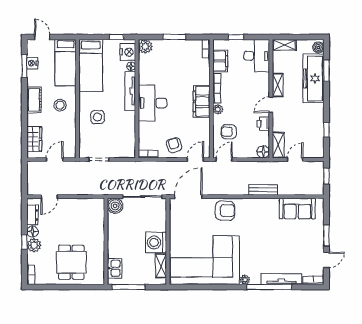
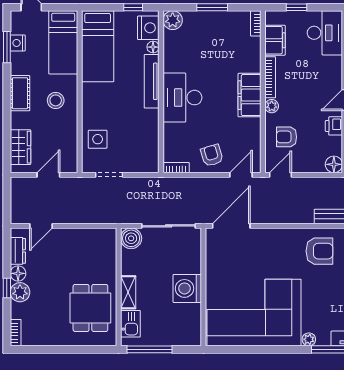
side table: (97, 117) -> (98, 139), moved
armchair: (225, 211) -> (319, 251), moved
dining table: (71, 262) -> (90, 308), moved
shelving: (161, 266) -> (128, 292), moved

